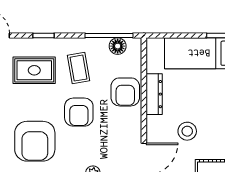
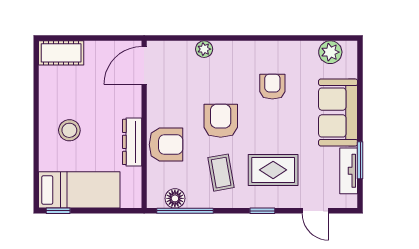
armchair: (125, 92) -> (166, 145), turned 90
stool: (187, 131) -> (69, 130), moved
armchair: (35, 141) -> (272, 87), width x0.53, depth x0.53

